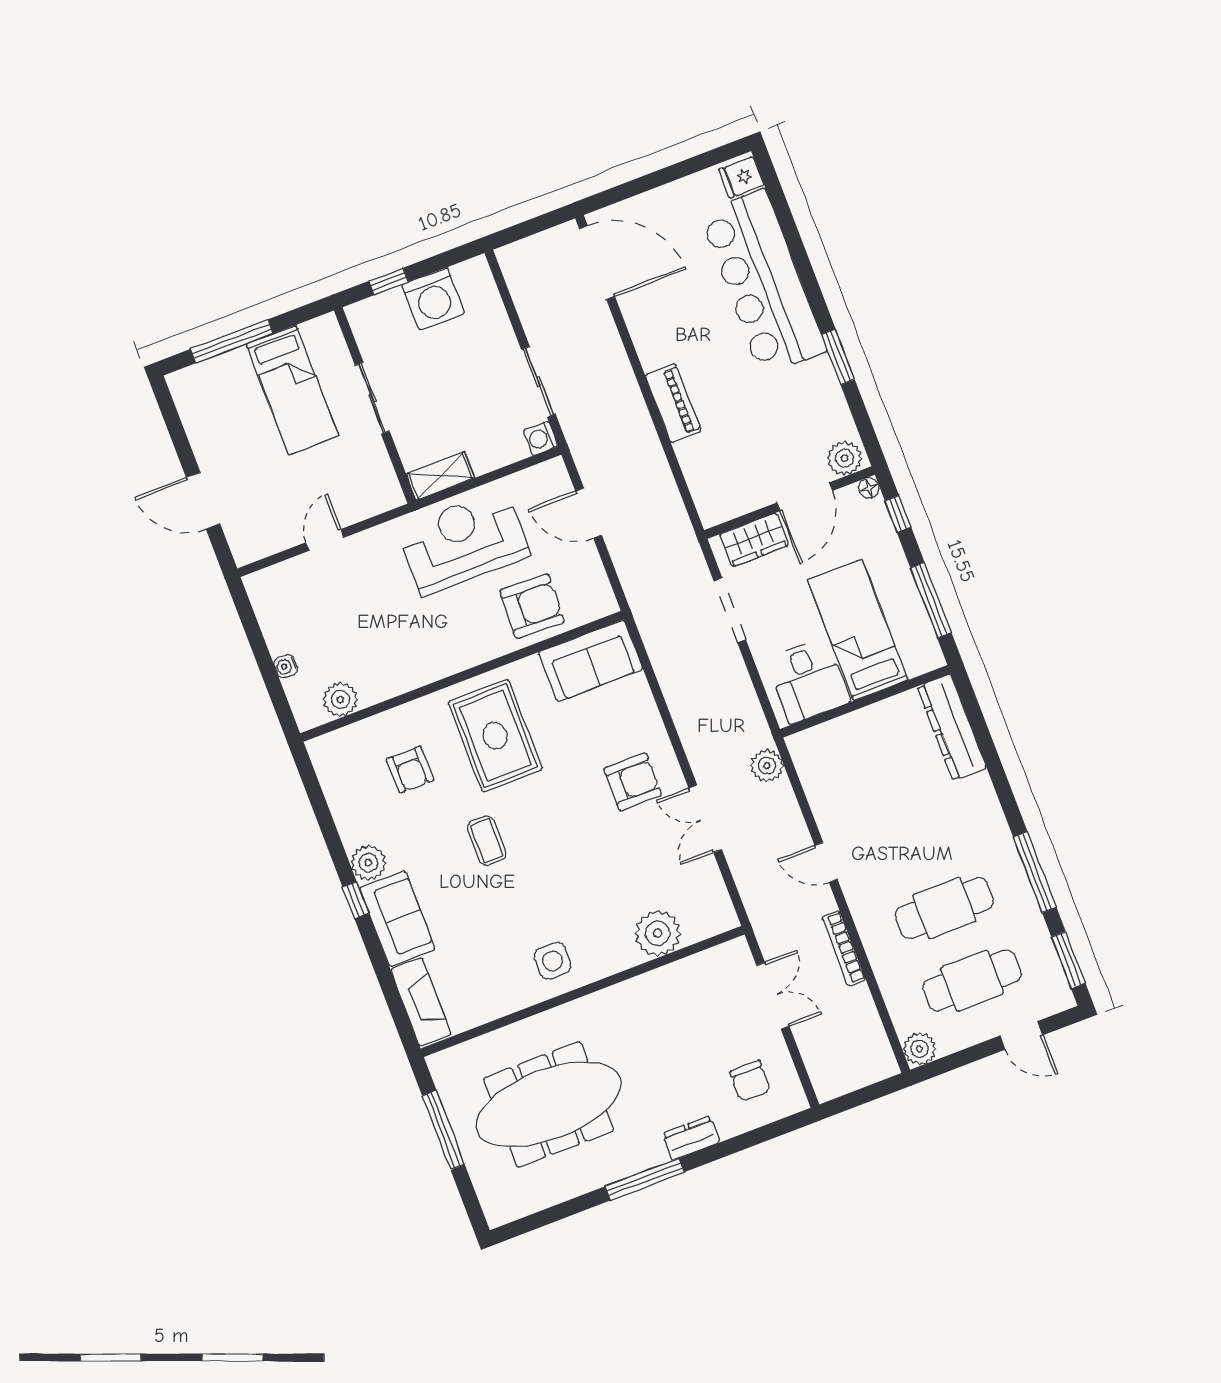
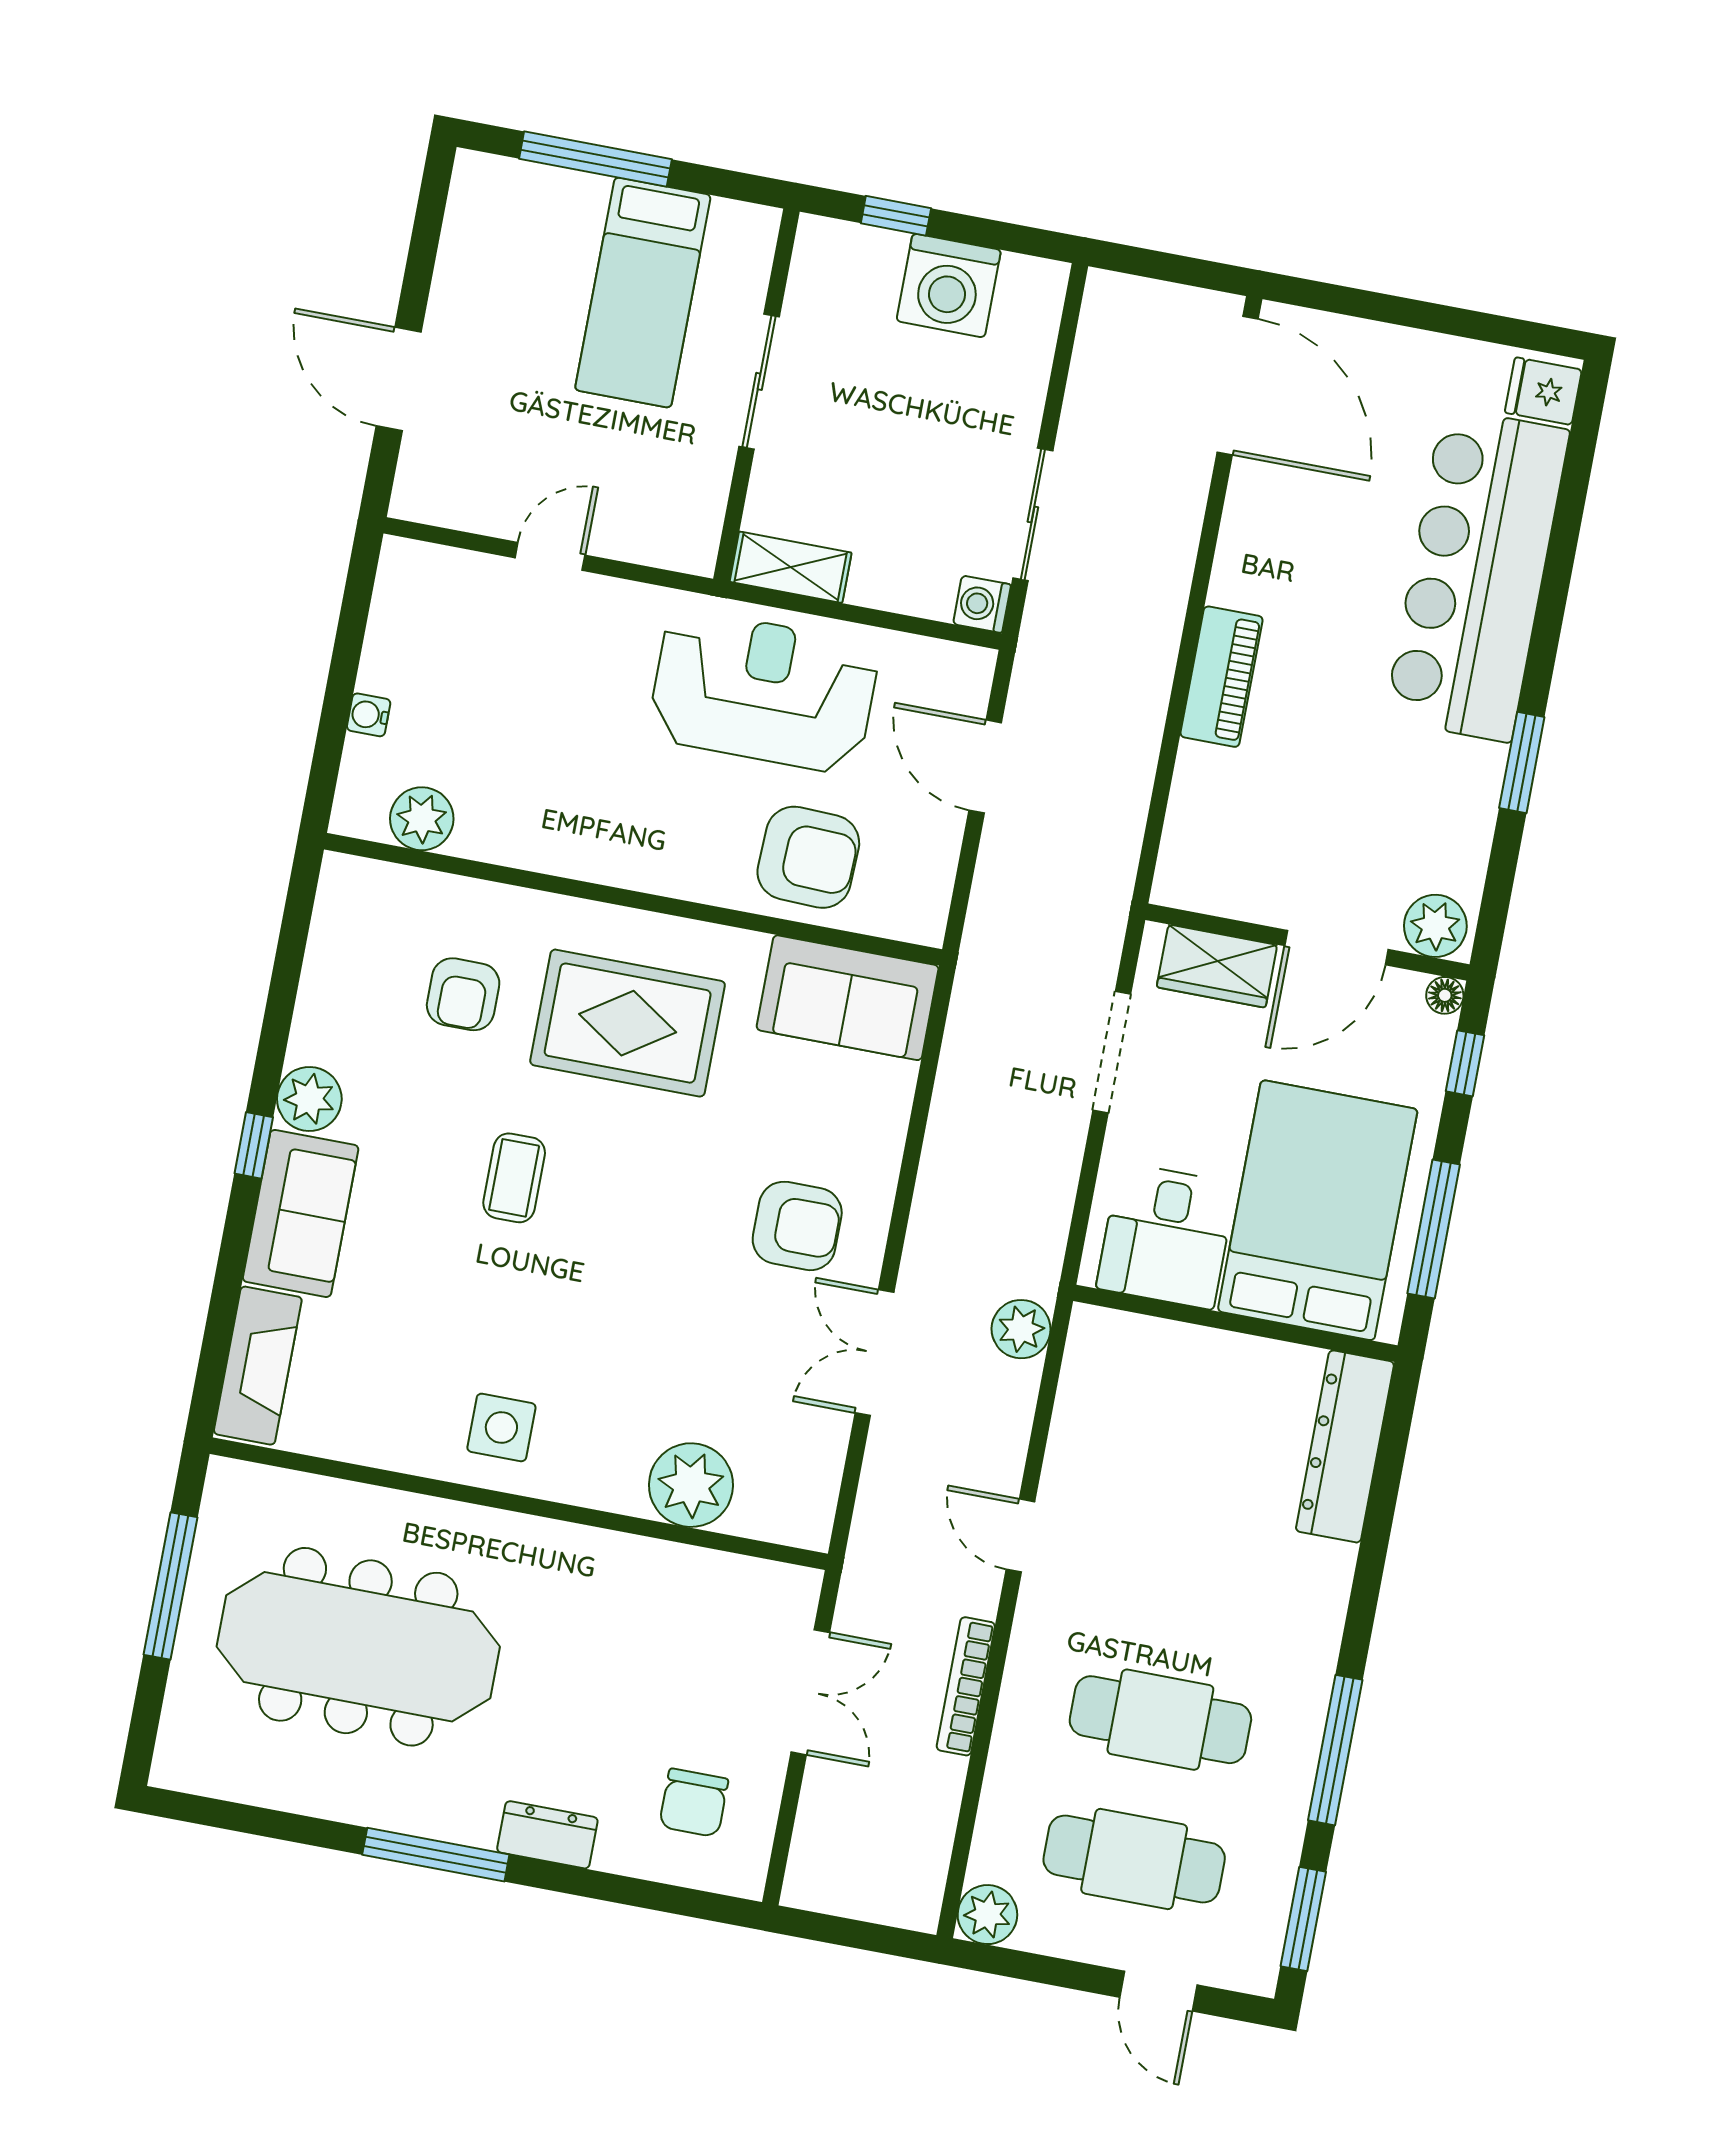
bed: (858, 630) -> (1318, 1210), width x1.50
rug: (495, 736) -> (628, 1023), turned 90

